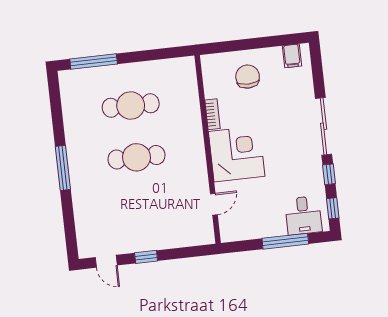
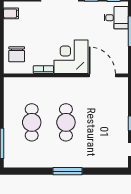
chair: (248, 77) -> (17, 54), moved, turned -90
door: (214, 204) -> (102, 75), width x1.88

